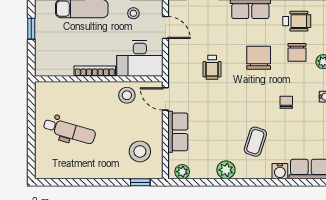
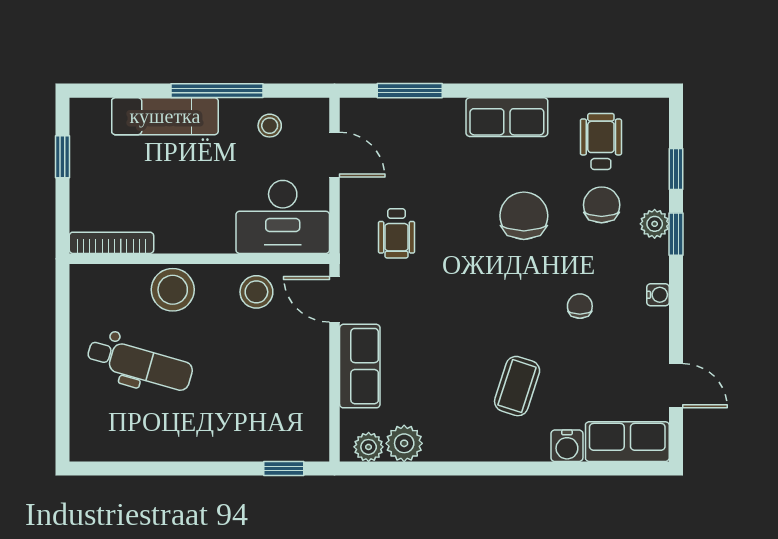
wheelchair: (297, 21) -> (601, 141), turned -90
chair: (297, 52) -> (602, 205), turned 180
wheelchair: (212, 67) -> (396, 233), moved
bookcase: (95, 71) -> (111, 243), moved
stool: (140, 151) -> (173, 290), moved
plant: (226, 170) -> (404, 443), moved

